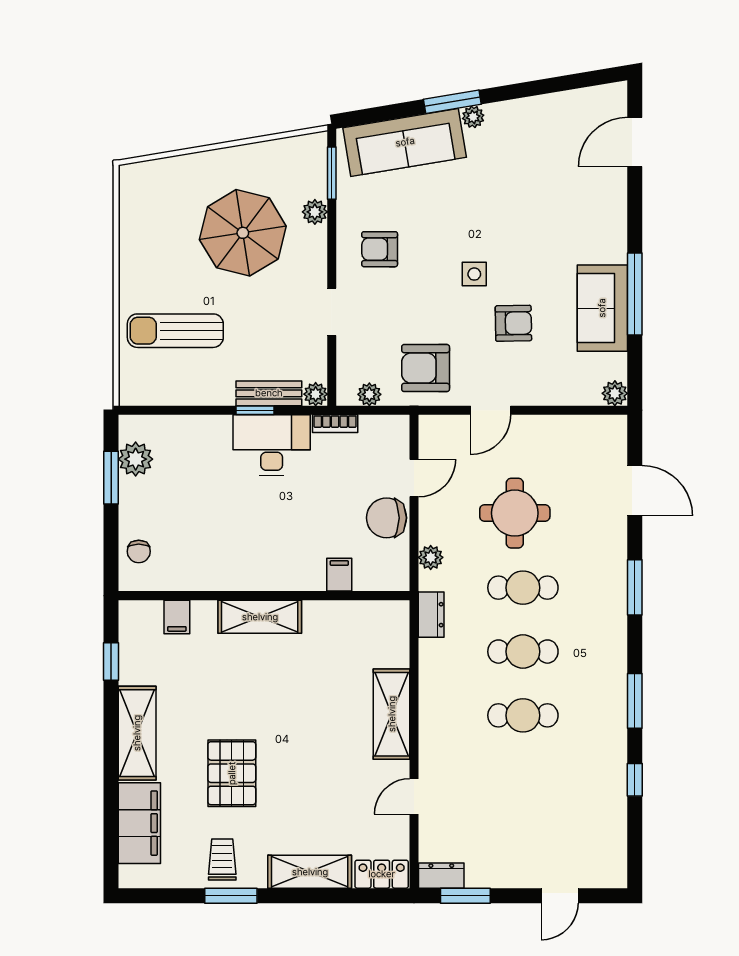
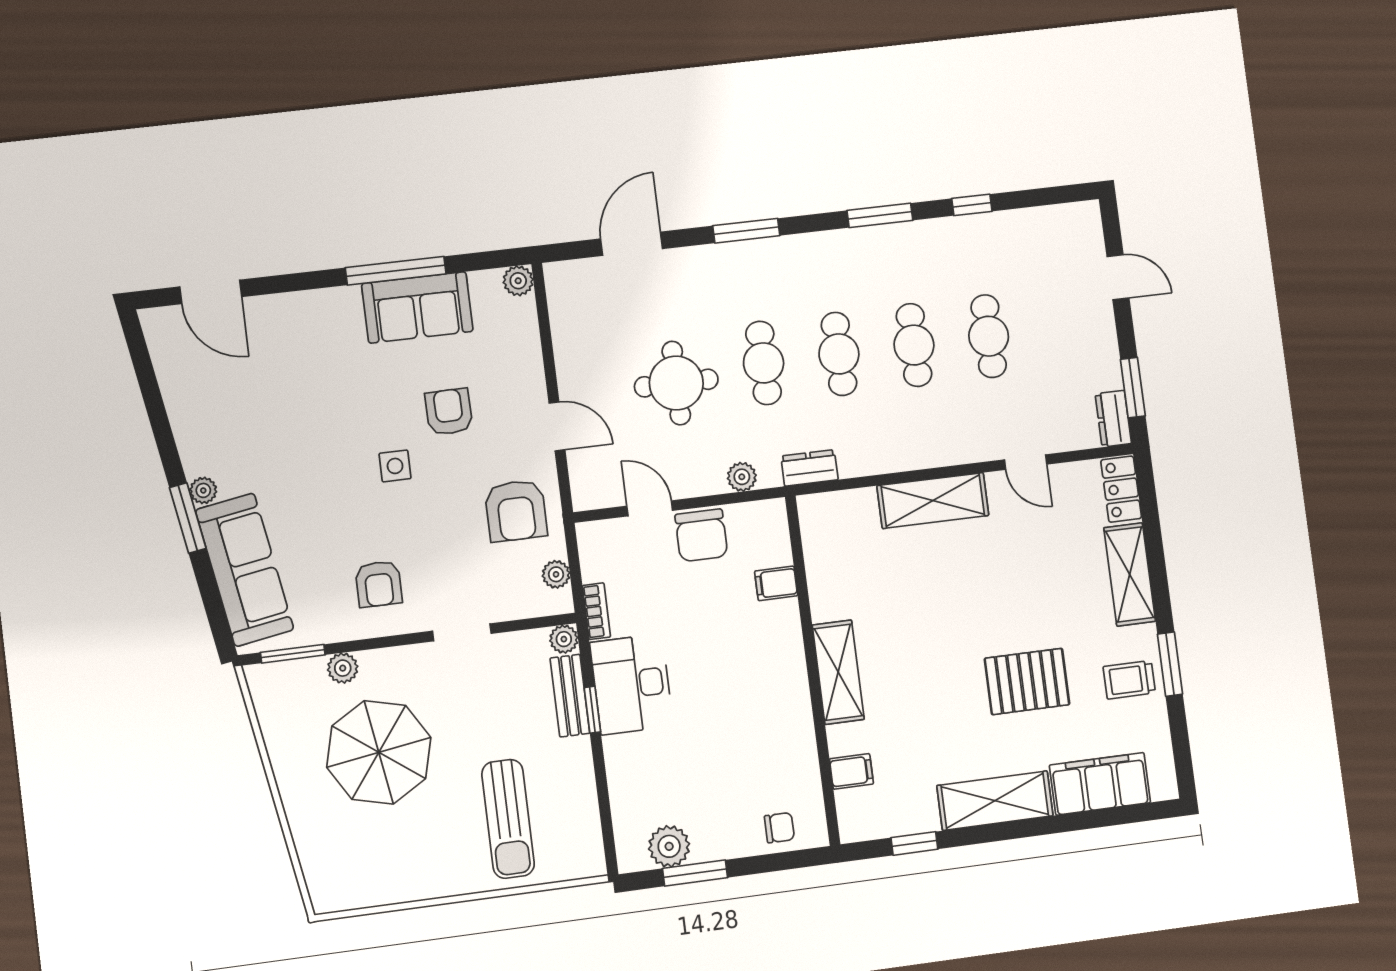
cafe table: (523, 779) -> (989, 336), added

